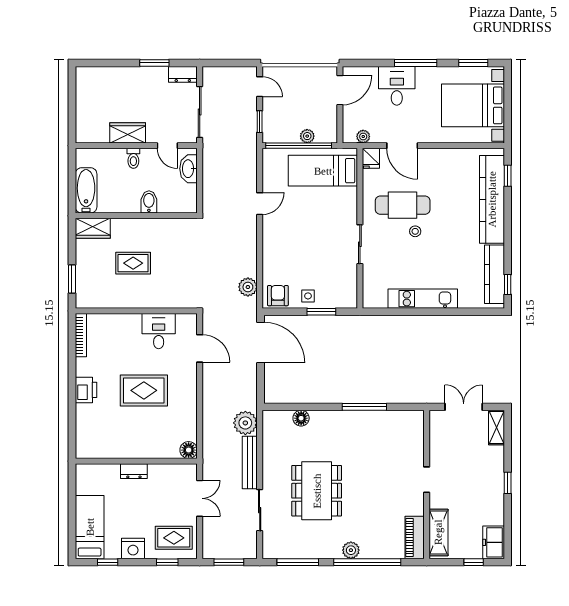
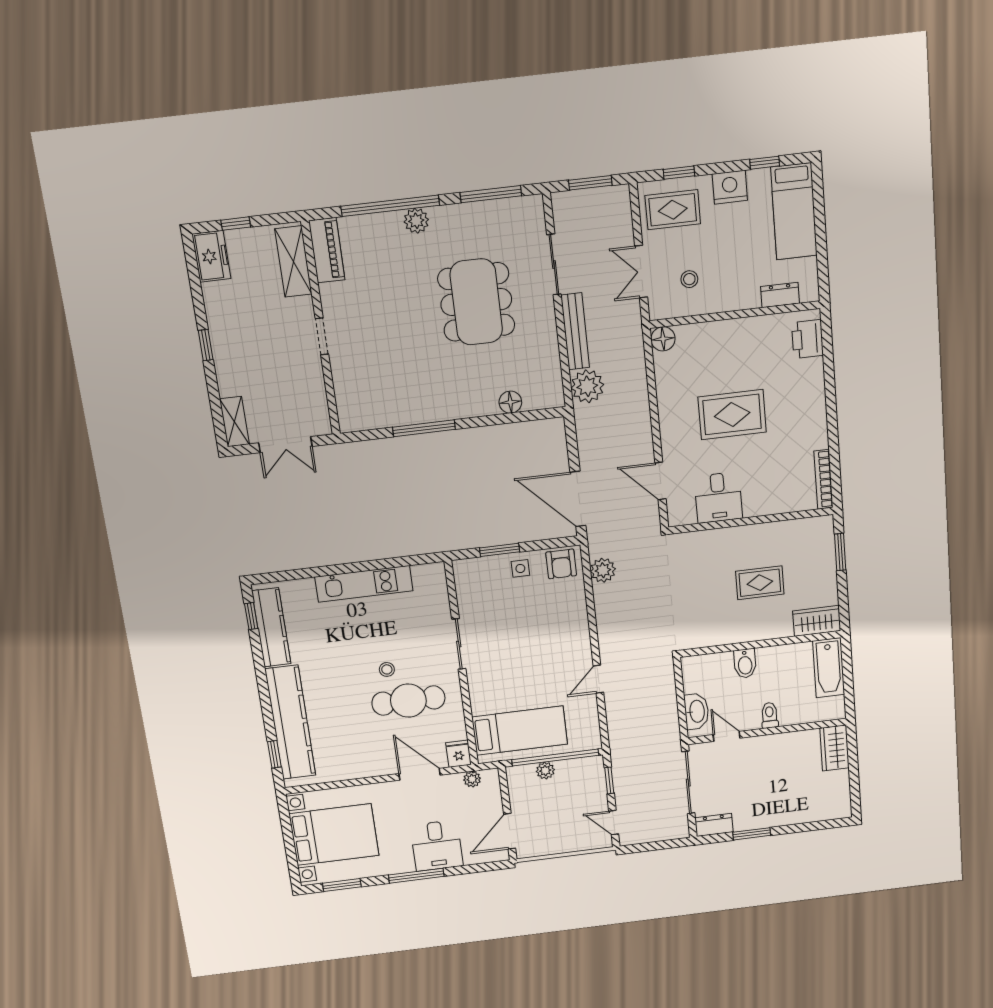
wardrobe: (128, 133) -> (834, 748), moved, turned 90
printer: (86, 390) -> (807, 339), moved
dresser: (134, 471) -> (780, 295), moved
stool: (166, 489) -> (689, 279), added

